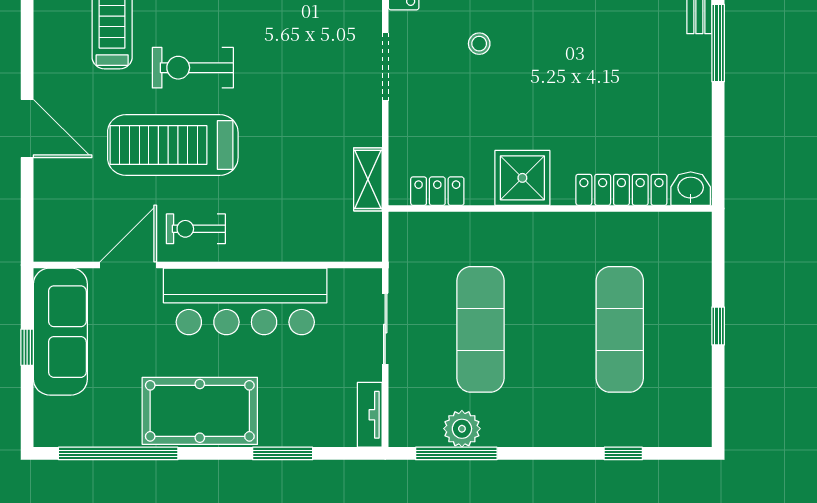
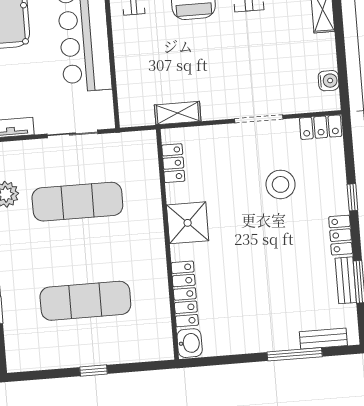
stool: (479, 44) -> (281, 184), width x1.89, depth x1.89

